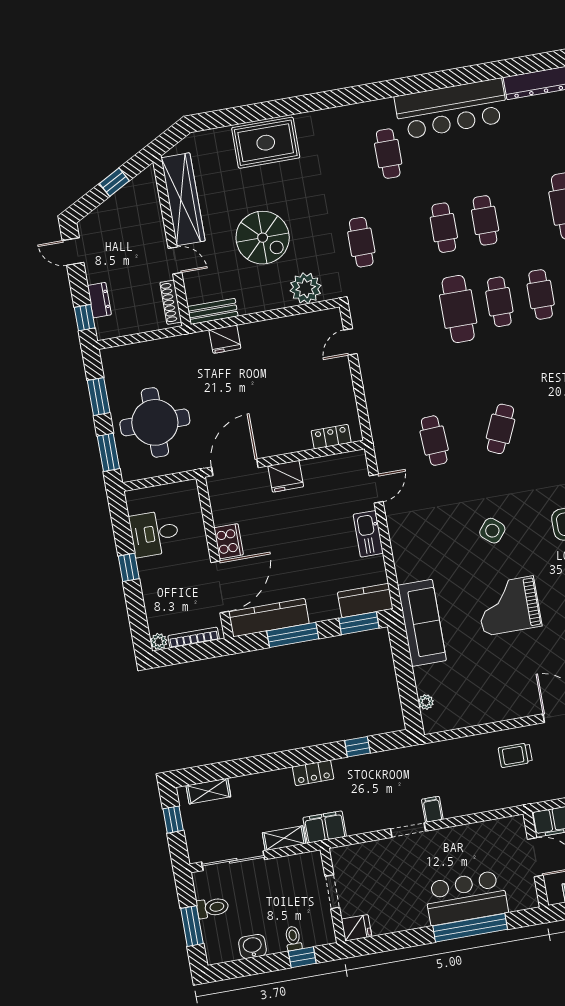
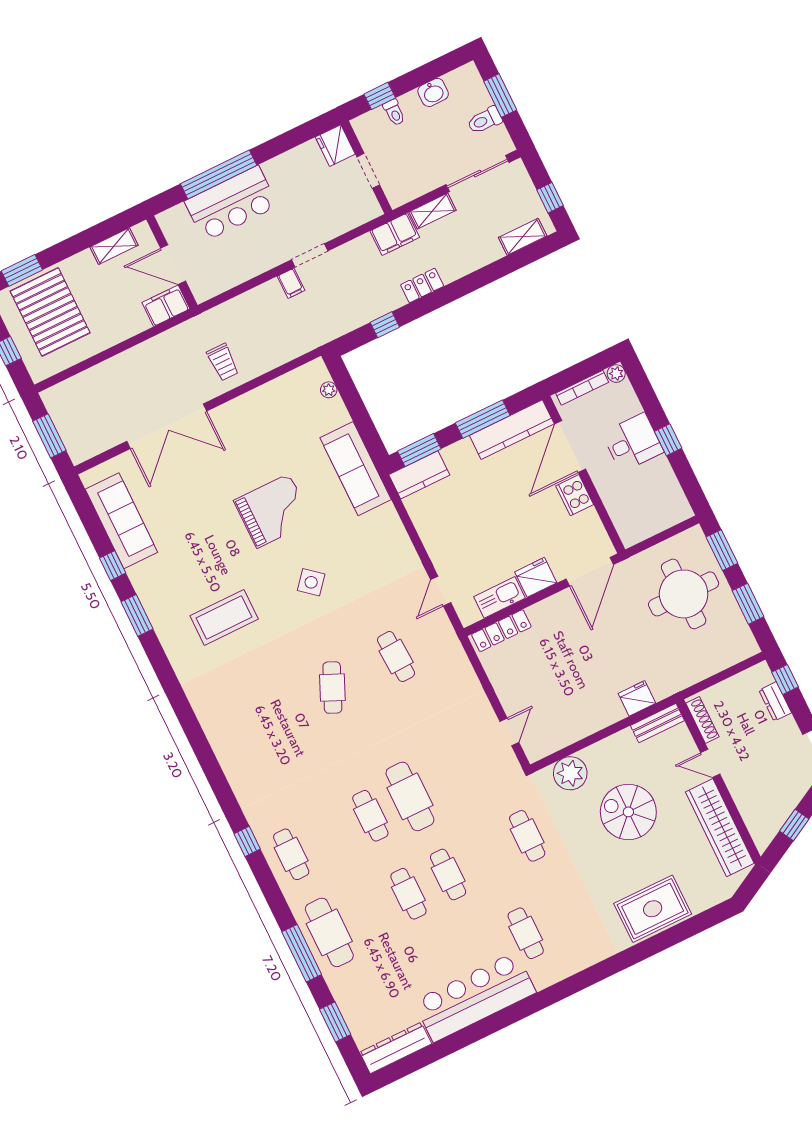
cafe table: (541, 294) -> (331, 835), removed
locker: (331, 437) -> (501, 631), width x1.53
desk: (154, 533) -> (633, 442), moved
kitchen sink: (368, 534) -> (500, 597), moved, turned -90
trolley: (515, 755) -> (223, 362), turned 90
fridge: (357, 928) -> (335, 146), width x1.38

